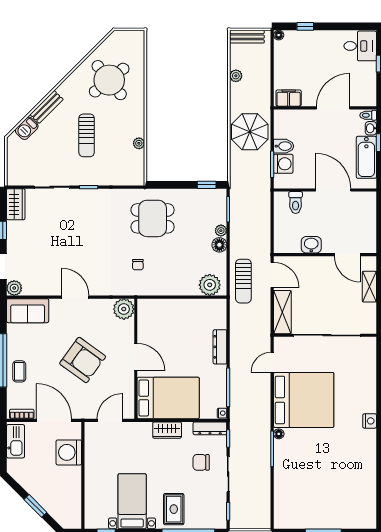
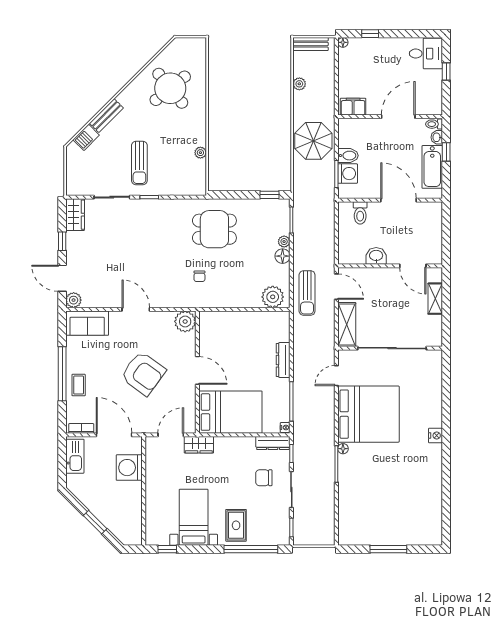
sun lounger: (87, 135) -> (139, 163), moved
wardrobe: (167, 430) -> (199, 445), moved

